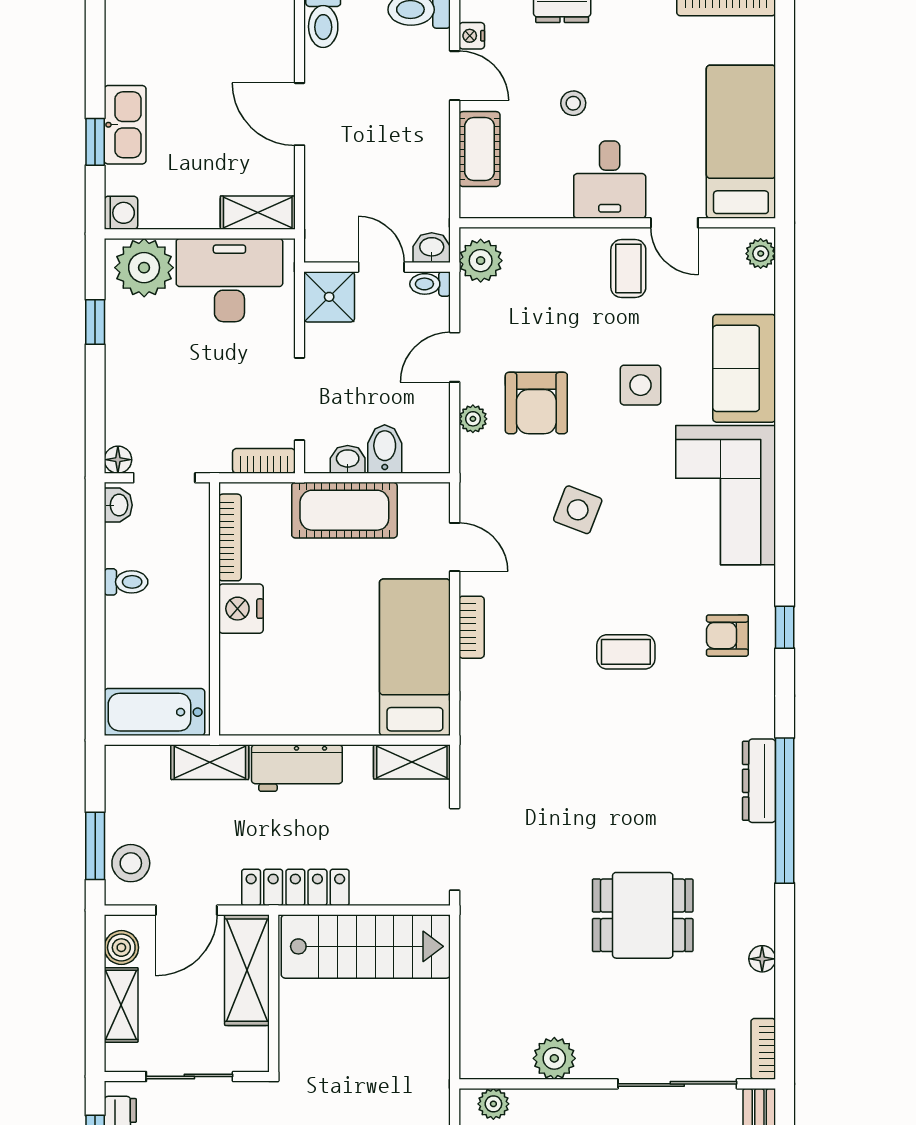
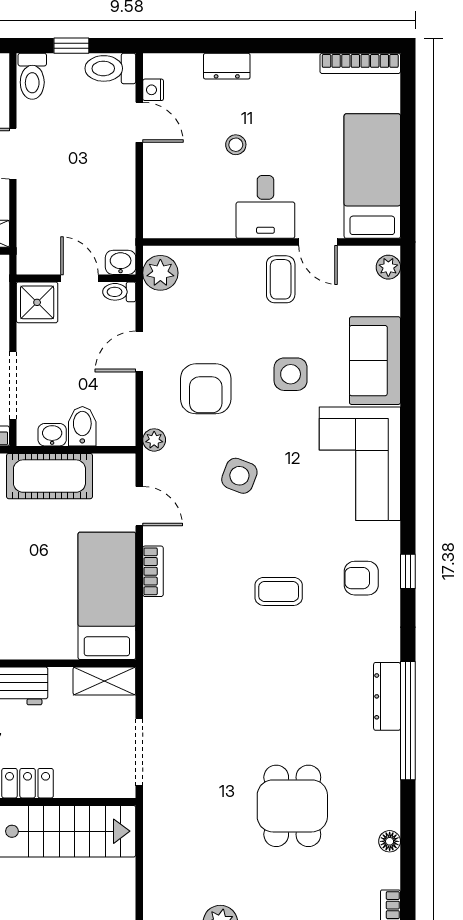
cot: (480, 149) -> (159, 182), removed
plant: (473, 419) -> (154, 440), moved
dining table: (643, 915) -> (292, 806), turned 90

